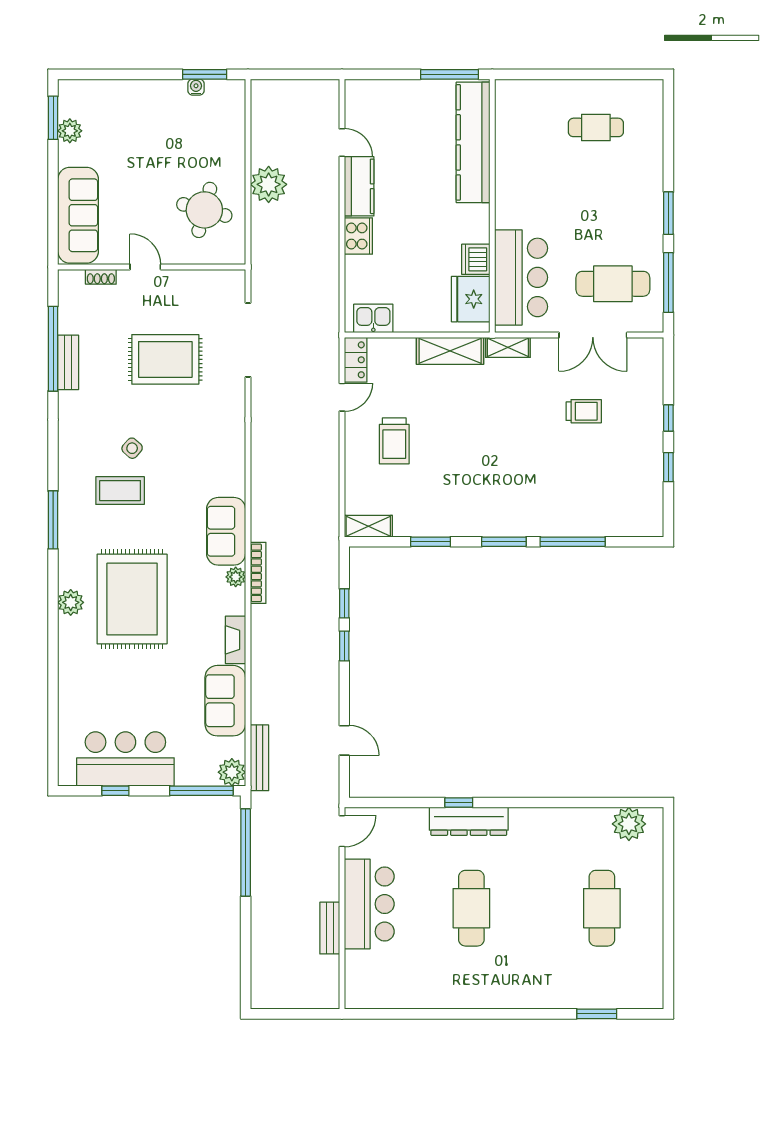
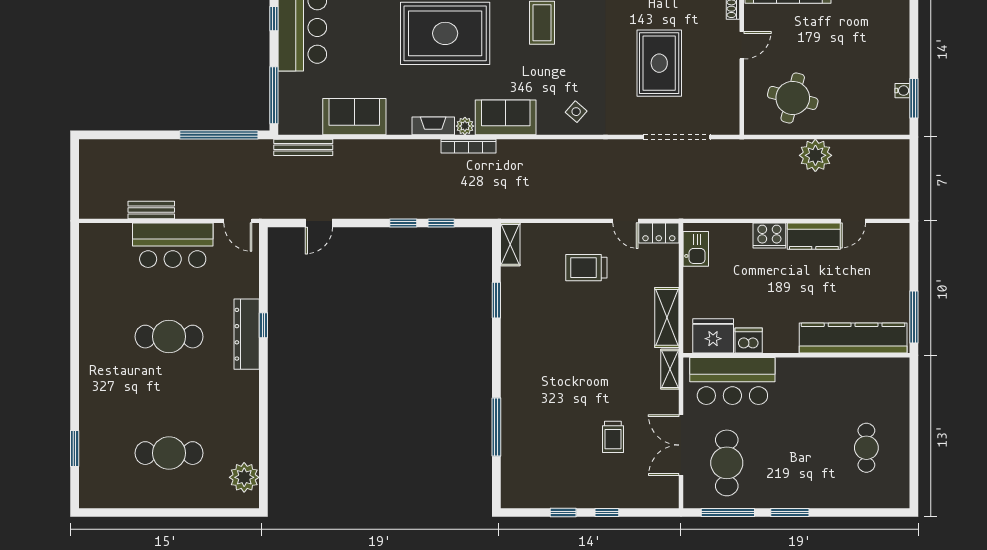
side table: (132, 448) -> (576, 112), moved
window: (504, 542) -> (496, 366), removed
fireplace: (235, 640) -> (433, 126), moved
plant: (232, 772) -> (290, 123), removed

